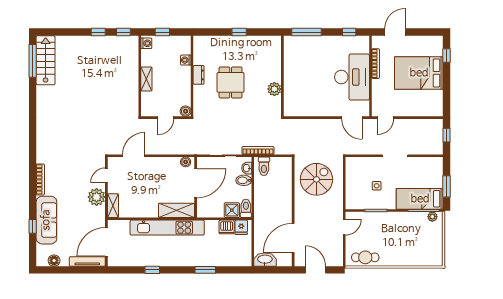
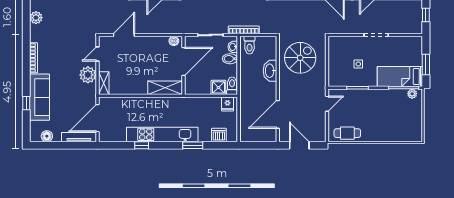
plant: (43, 138) -> (36, 18), added
dishwasher: (227, 227) -> (219, 135), moved, turned 180
kitchen unit: (167, 228) -> (162, 134), moved, turned 180
washbasin: (265, 260) -> (270, 71), moved, turned -90

